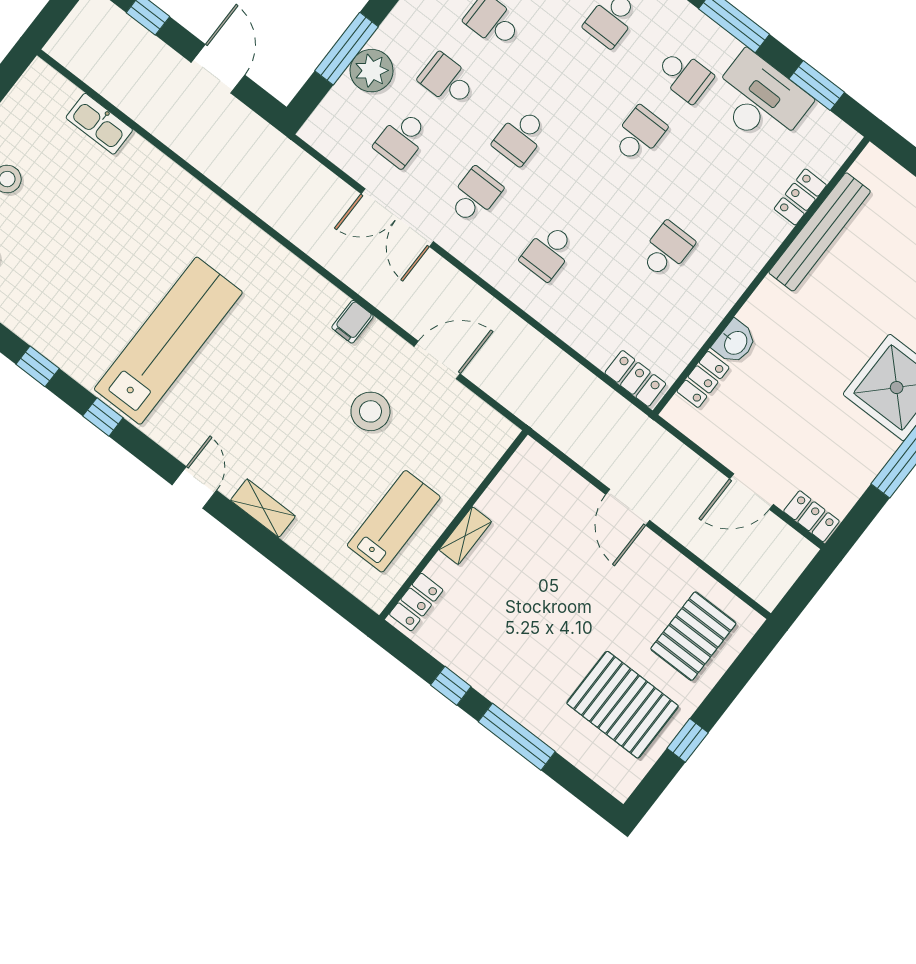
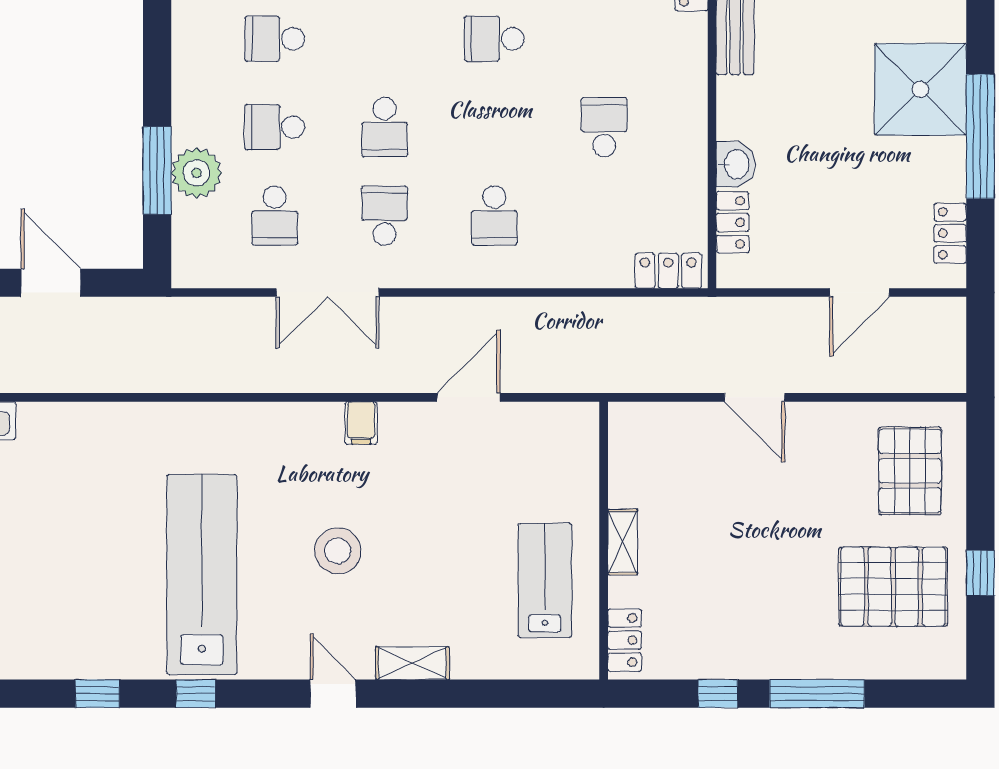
school desk: (639, 134) -> (494, 39), turned -90
stool: (370, 411) -> (338, 551), moved
locker: (811, 516) -> (950, 233), moved, turned -90

